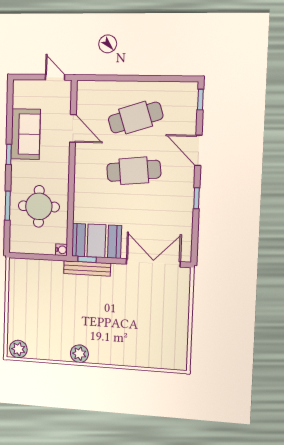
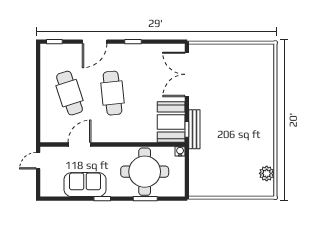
round table: (39, 206) -> (145, 172), width x1.36, depth x1.36
plant: (18, 349) -> (267, 173), moved
plant: (79, 354) -> (267, 134), removed

